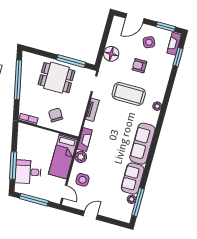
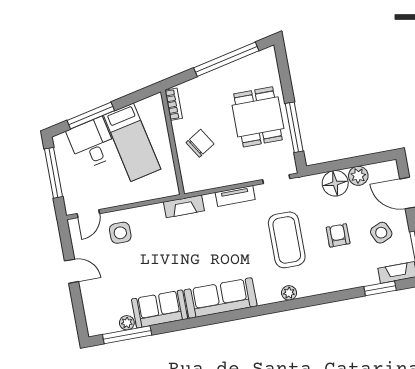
bed: (63, 156) -> (132, 142), moved, turned -102
plant: (81, 157) -> (358, 176), moved

